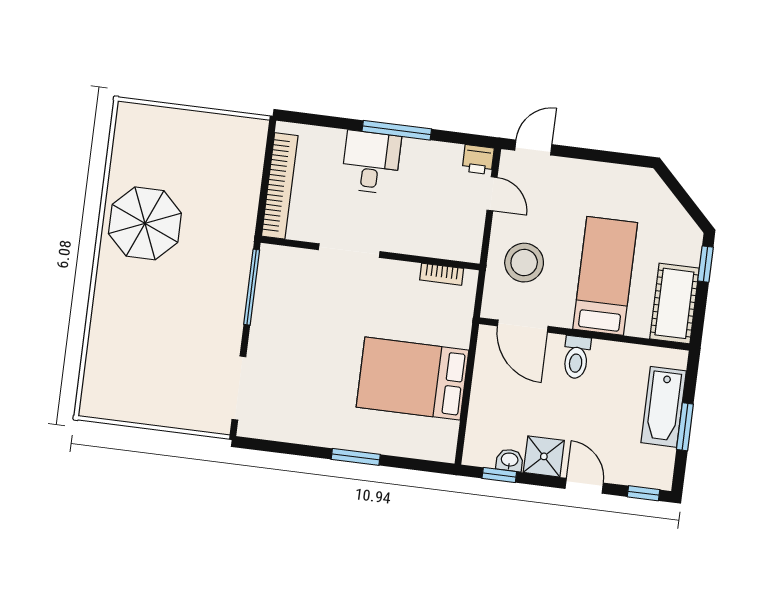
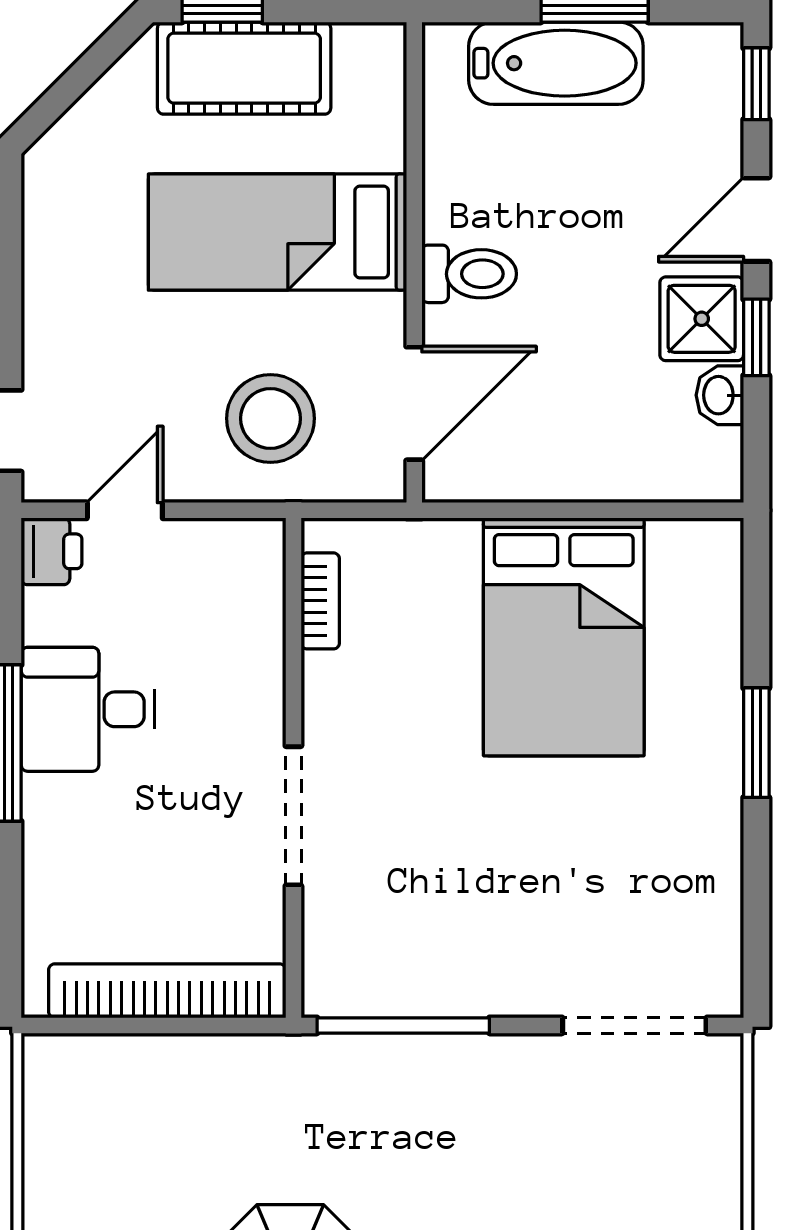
desk: (371, 162) -> (88, 709), moved
cot: (674, 303) -> (244, 68), moved
window: (499, 475) -> (756, 337), moved

